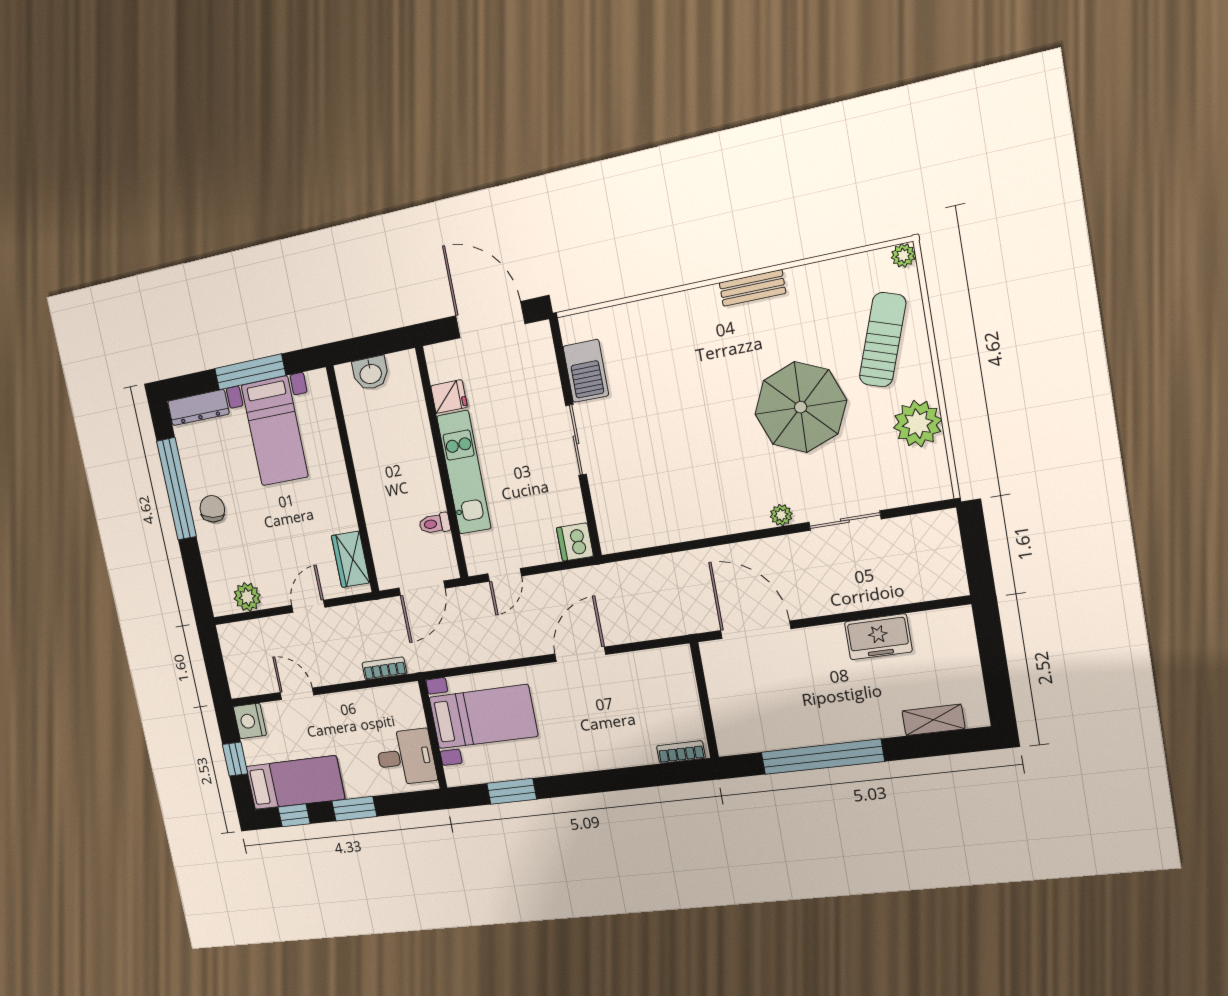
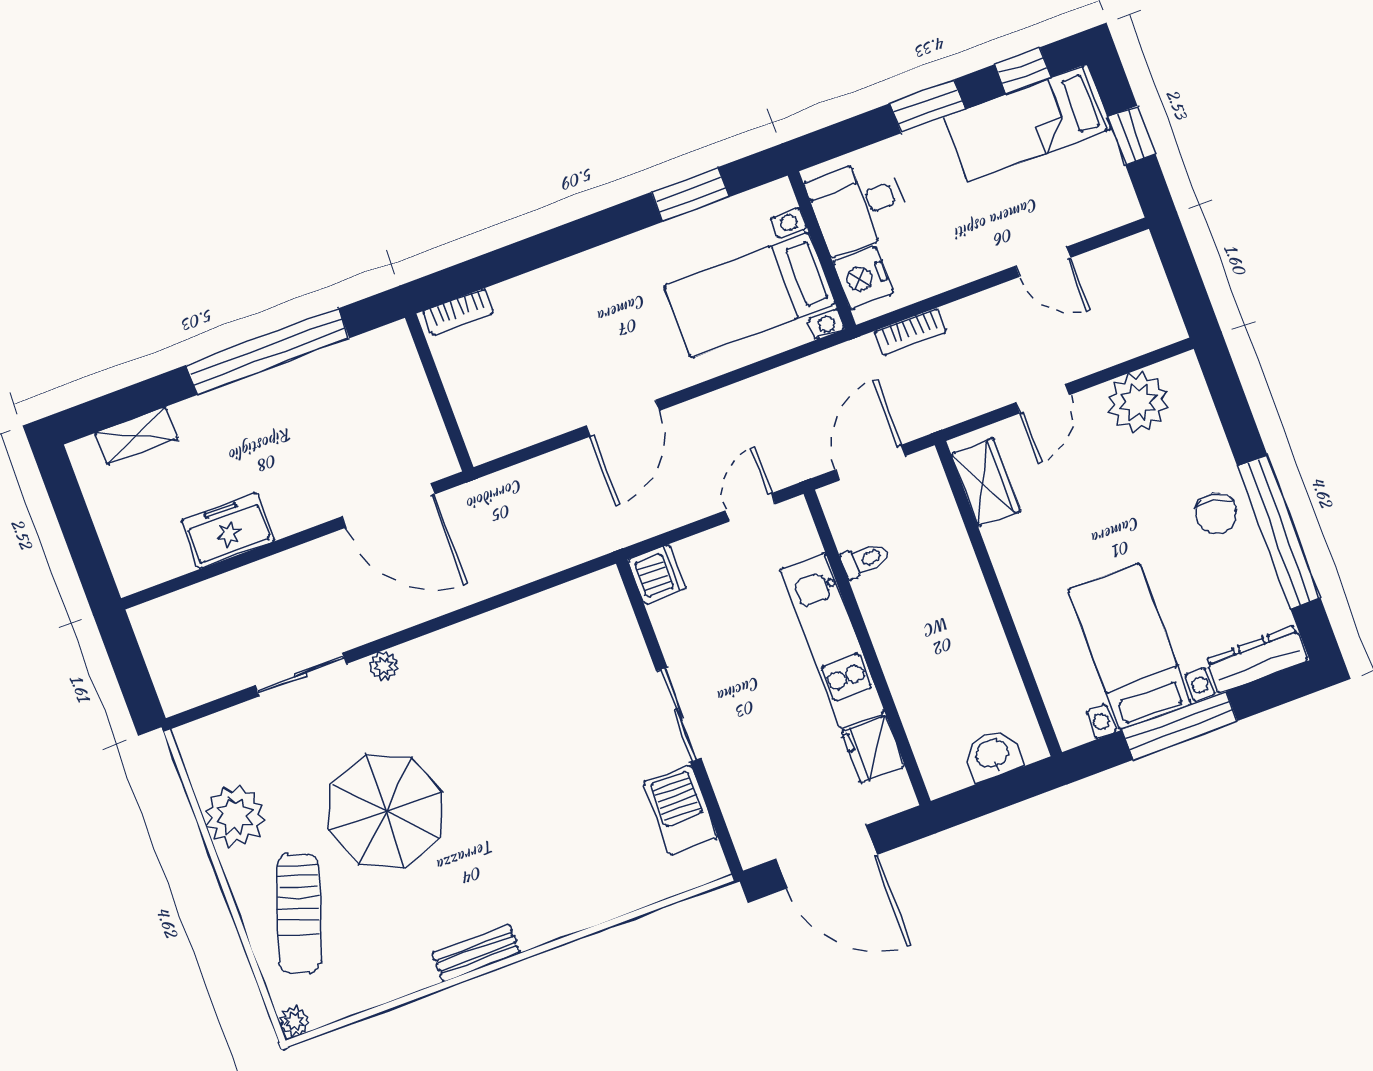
fridge: (449, 397) -> (873, 749), width x1.38
plant: (247, 597) -> (1138, 402), width x1.36, depth x1.36
nightstand: (250, 721) -> (863, 278), moved, turned 180

